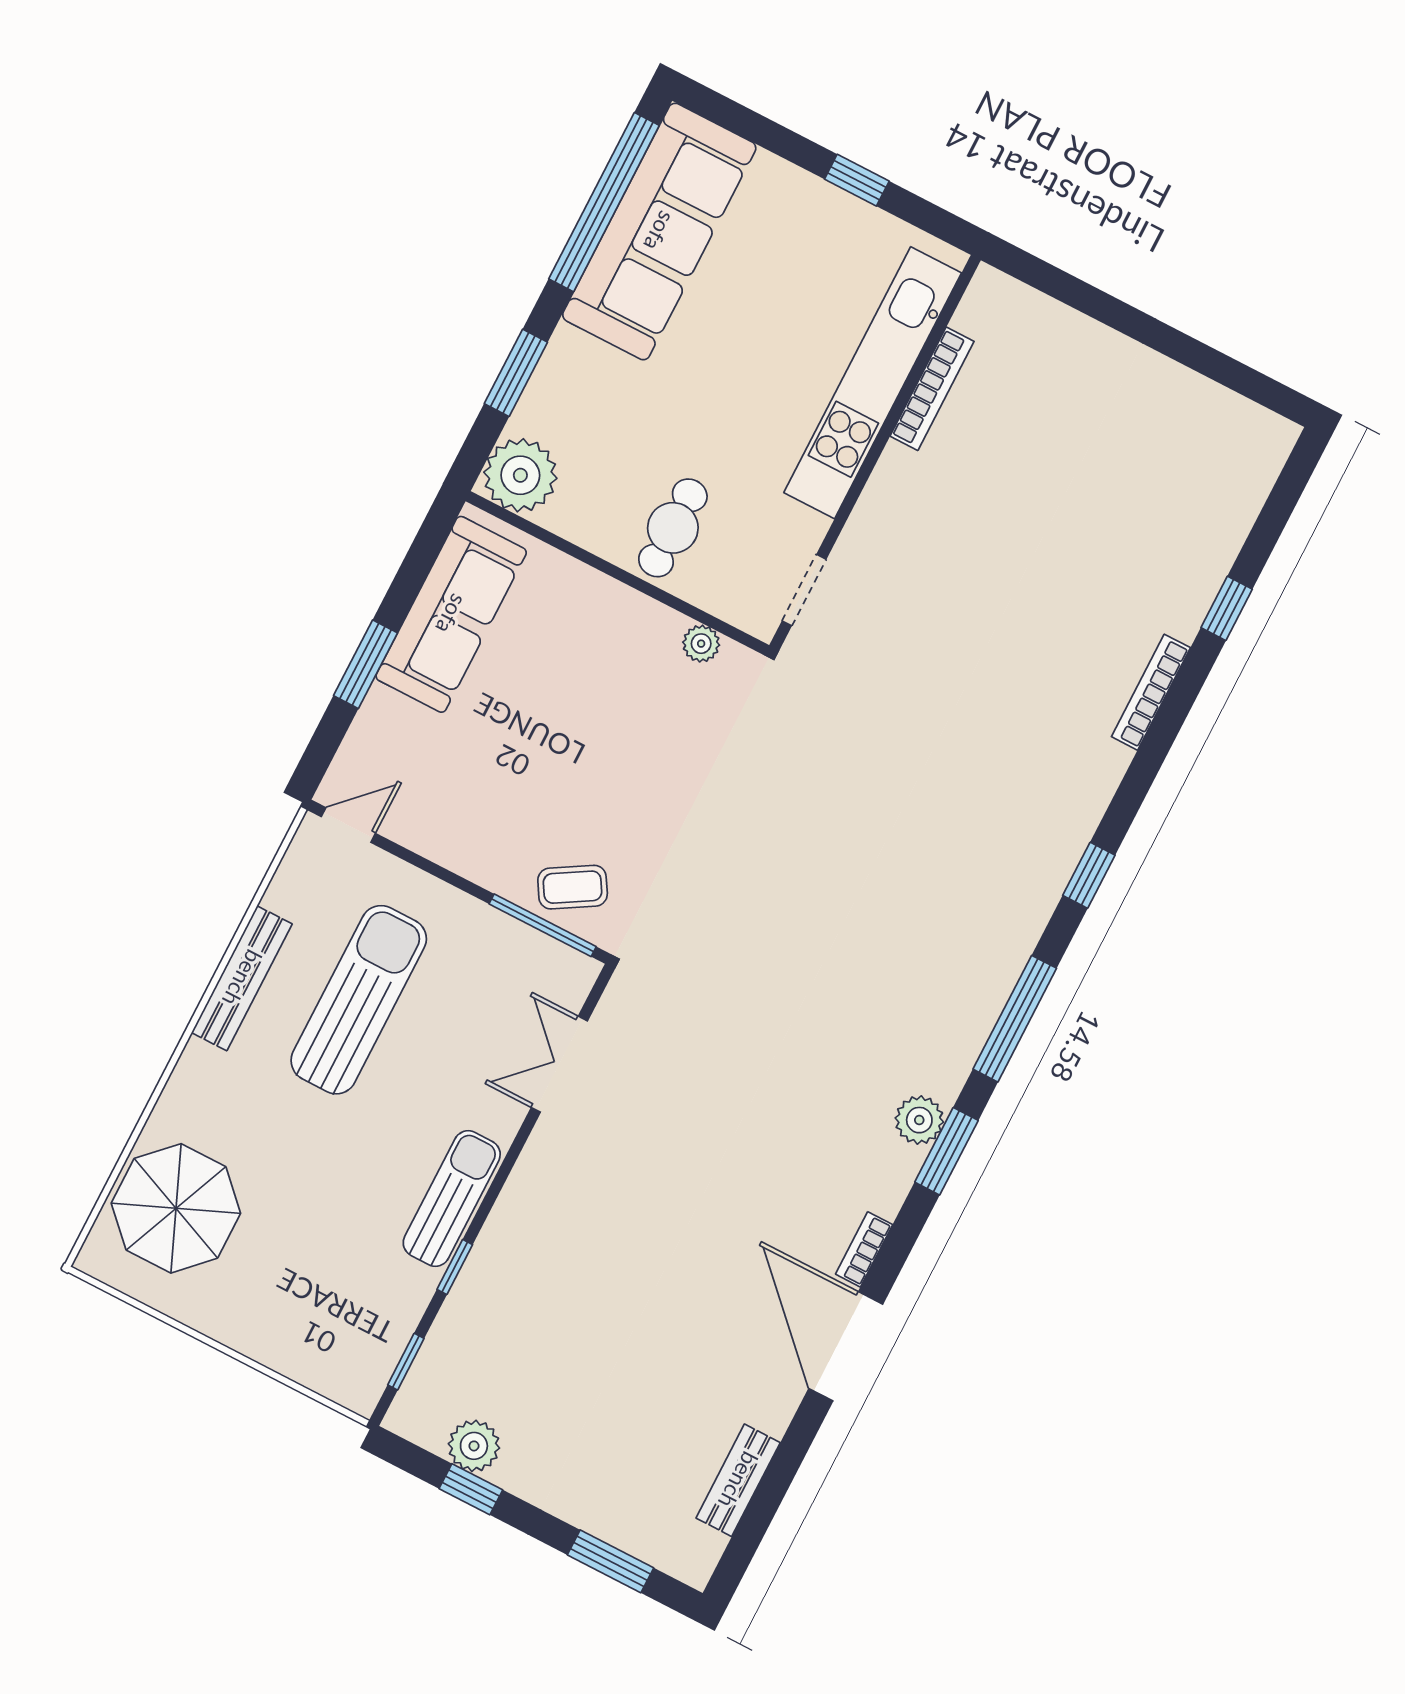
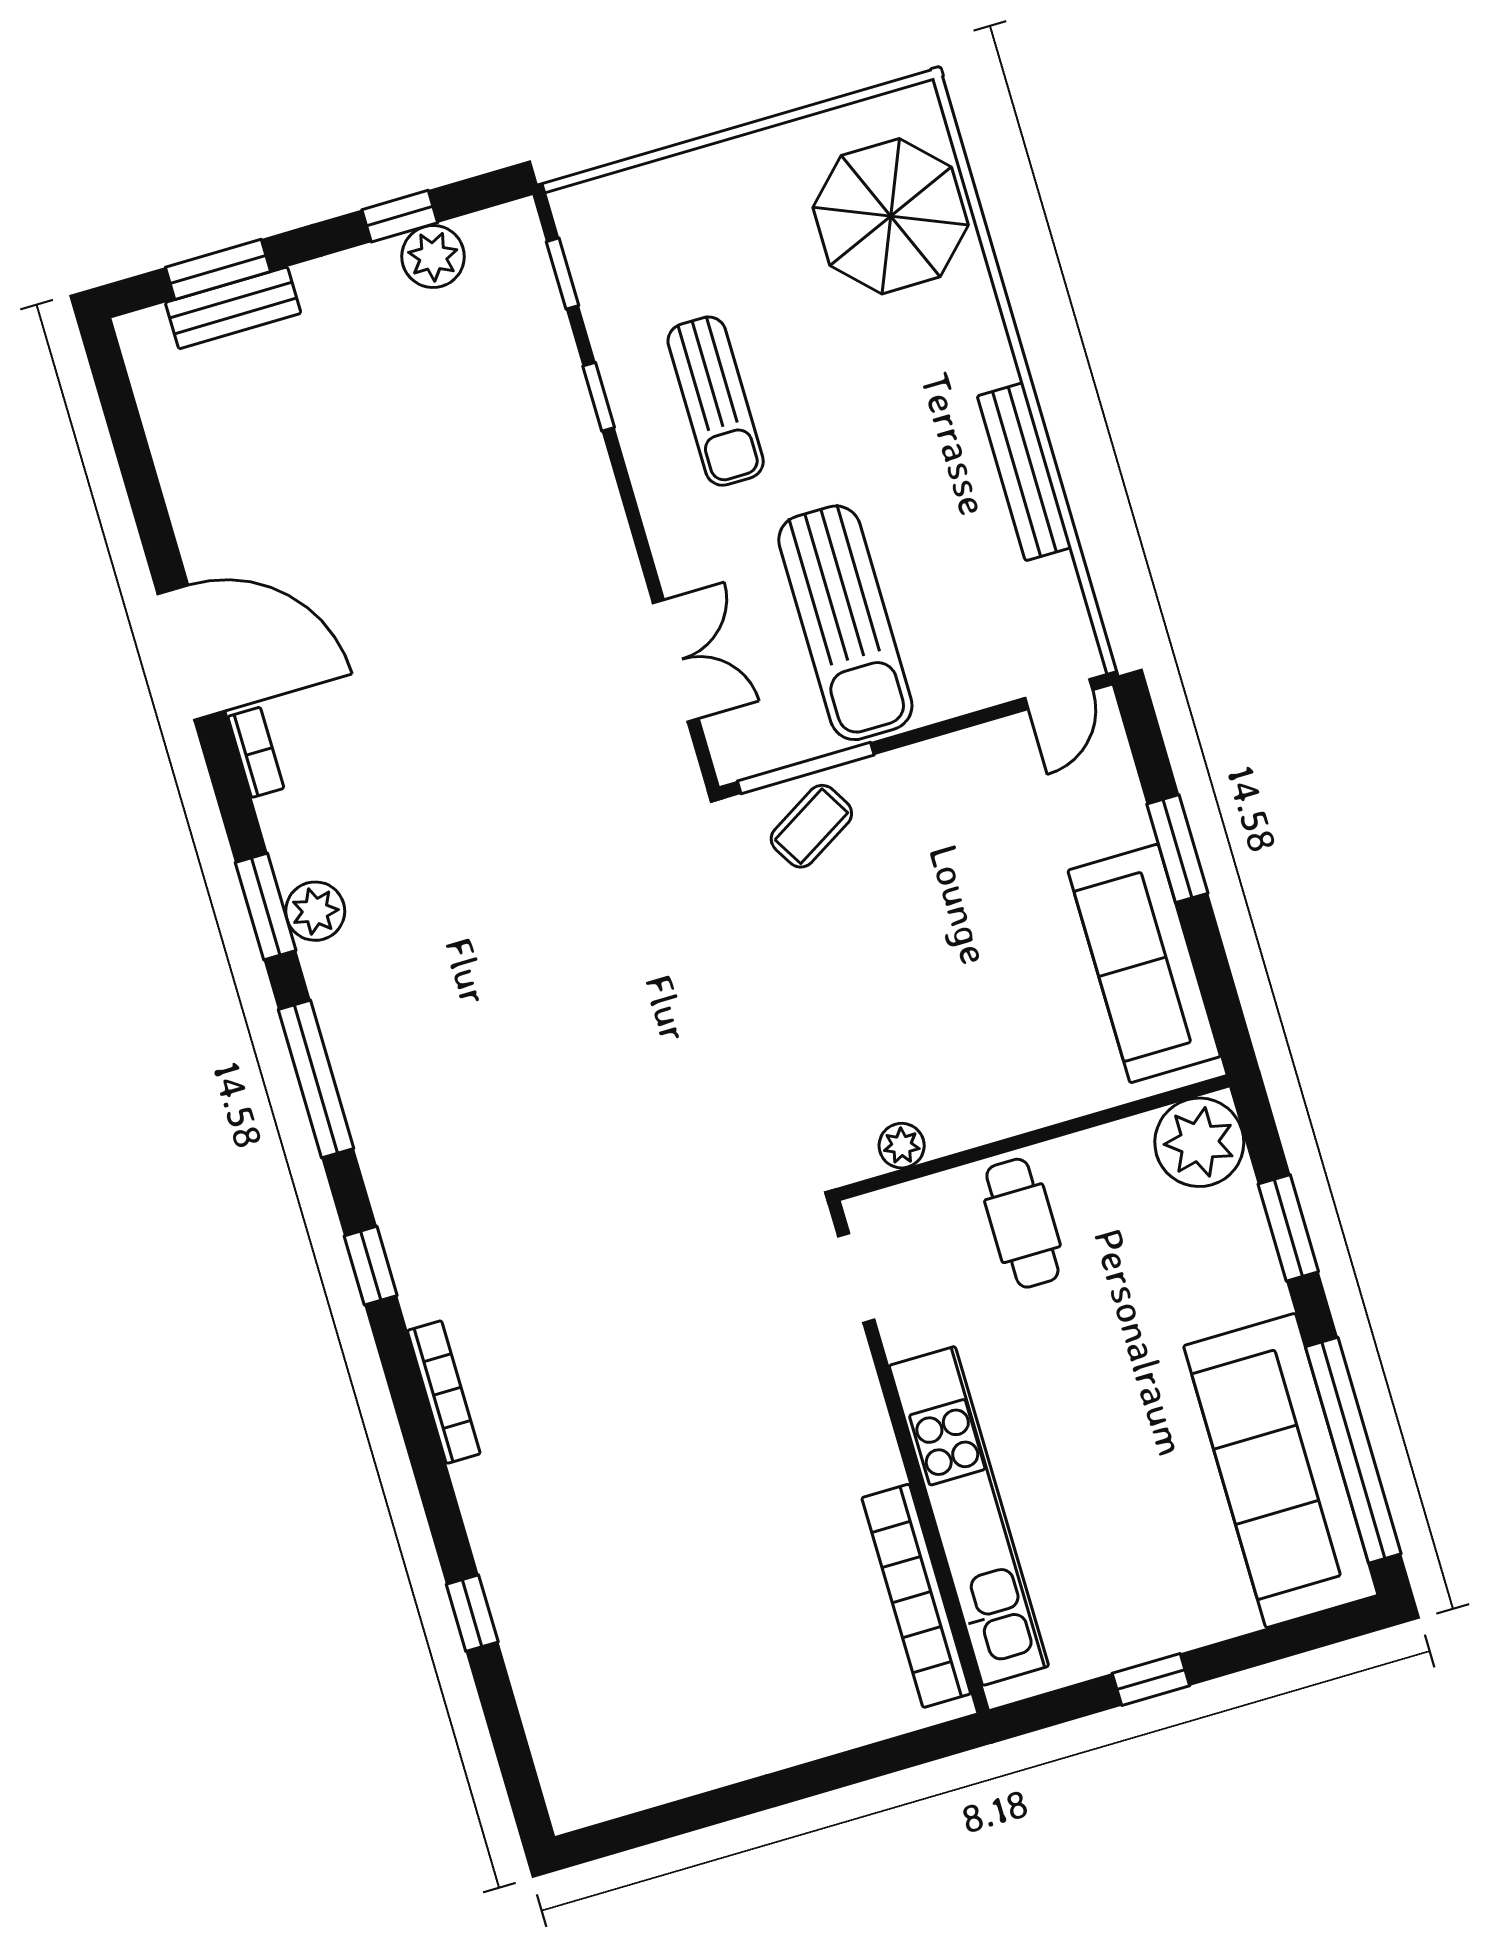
bookcase: (932, 389) -> (916, 1596), width x1.48, depth x1.31
bookcase: (1151, 692) -> (444, 1392), moved
sun lounger: (359, 1000) -> (845, 623), moved
sun lounger: (452, 1199) -> (716, 401), moved
bench: (738, 1480) -> (233, 308), moved, turned 90

